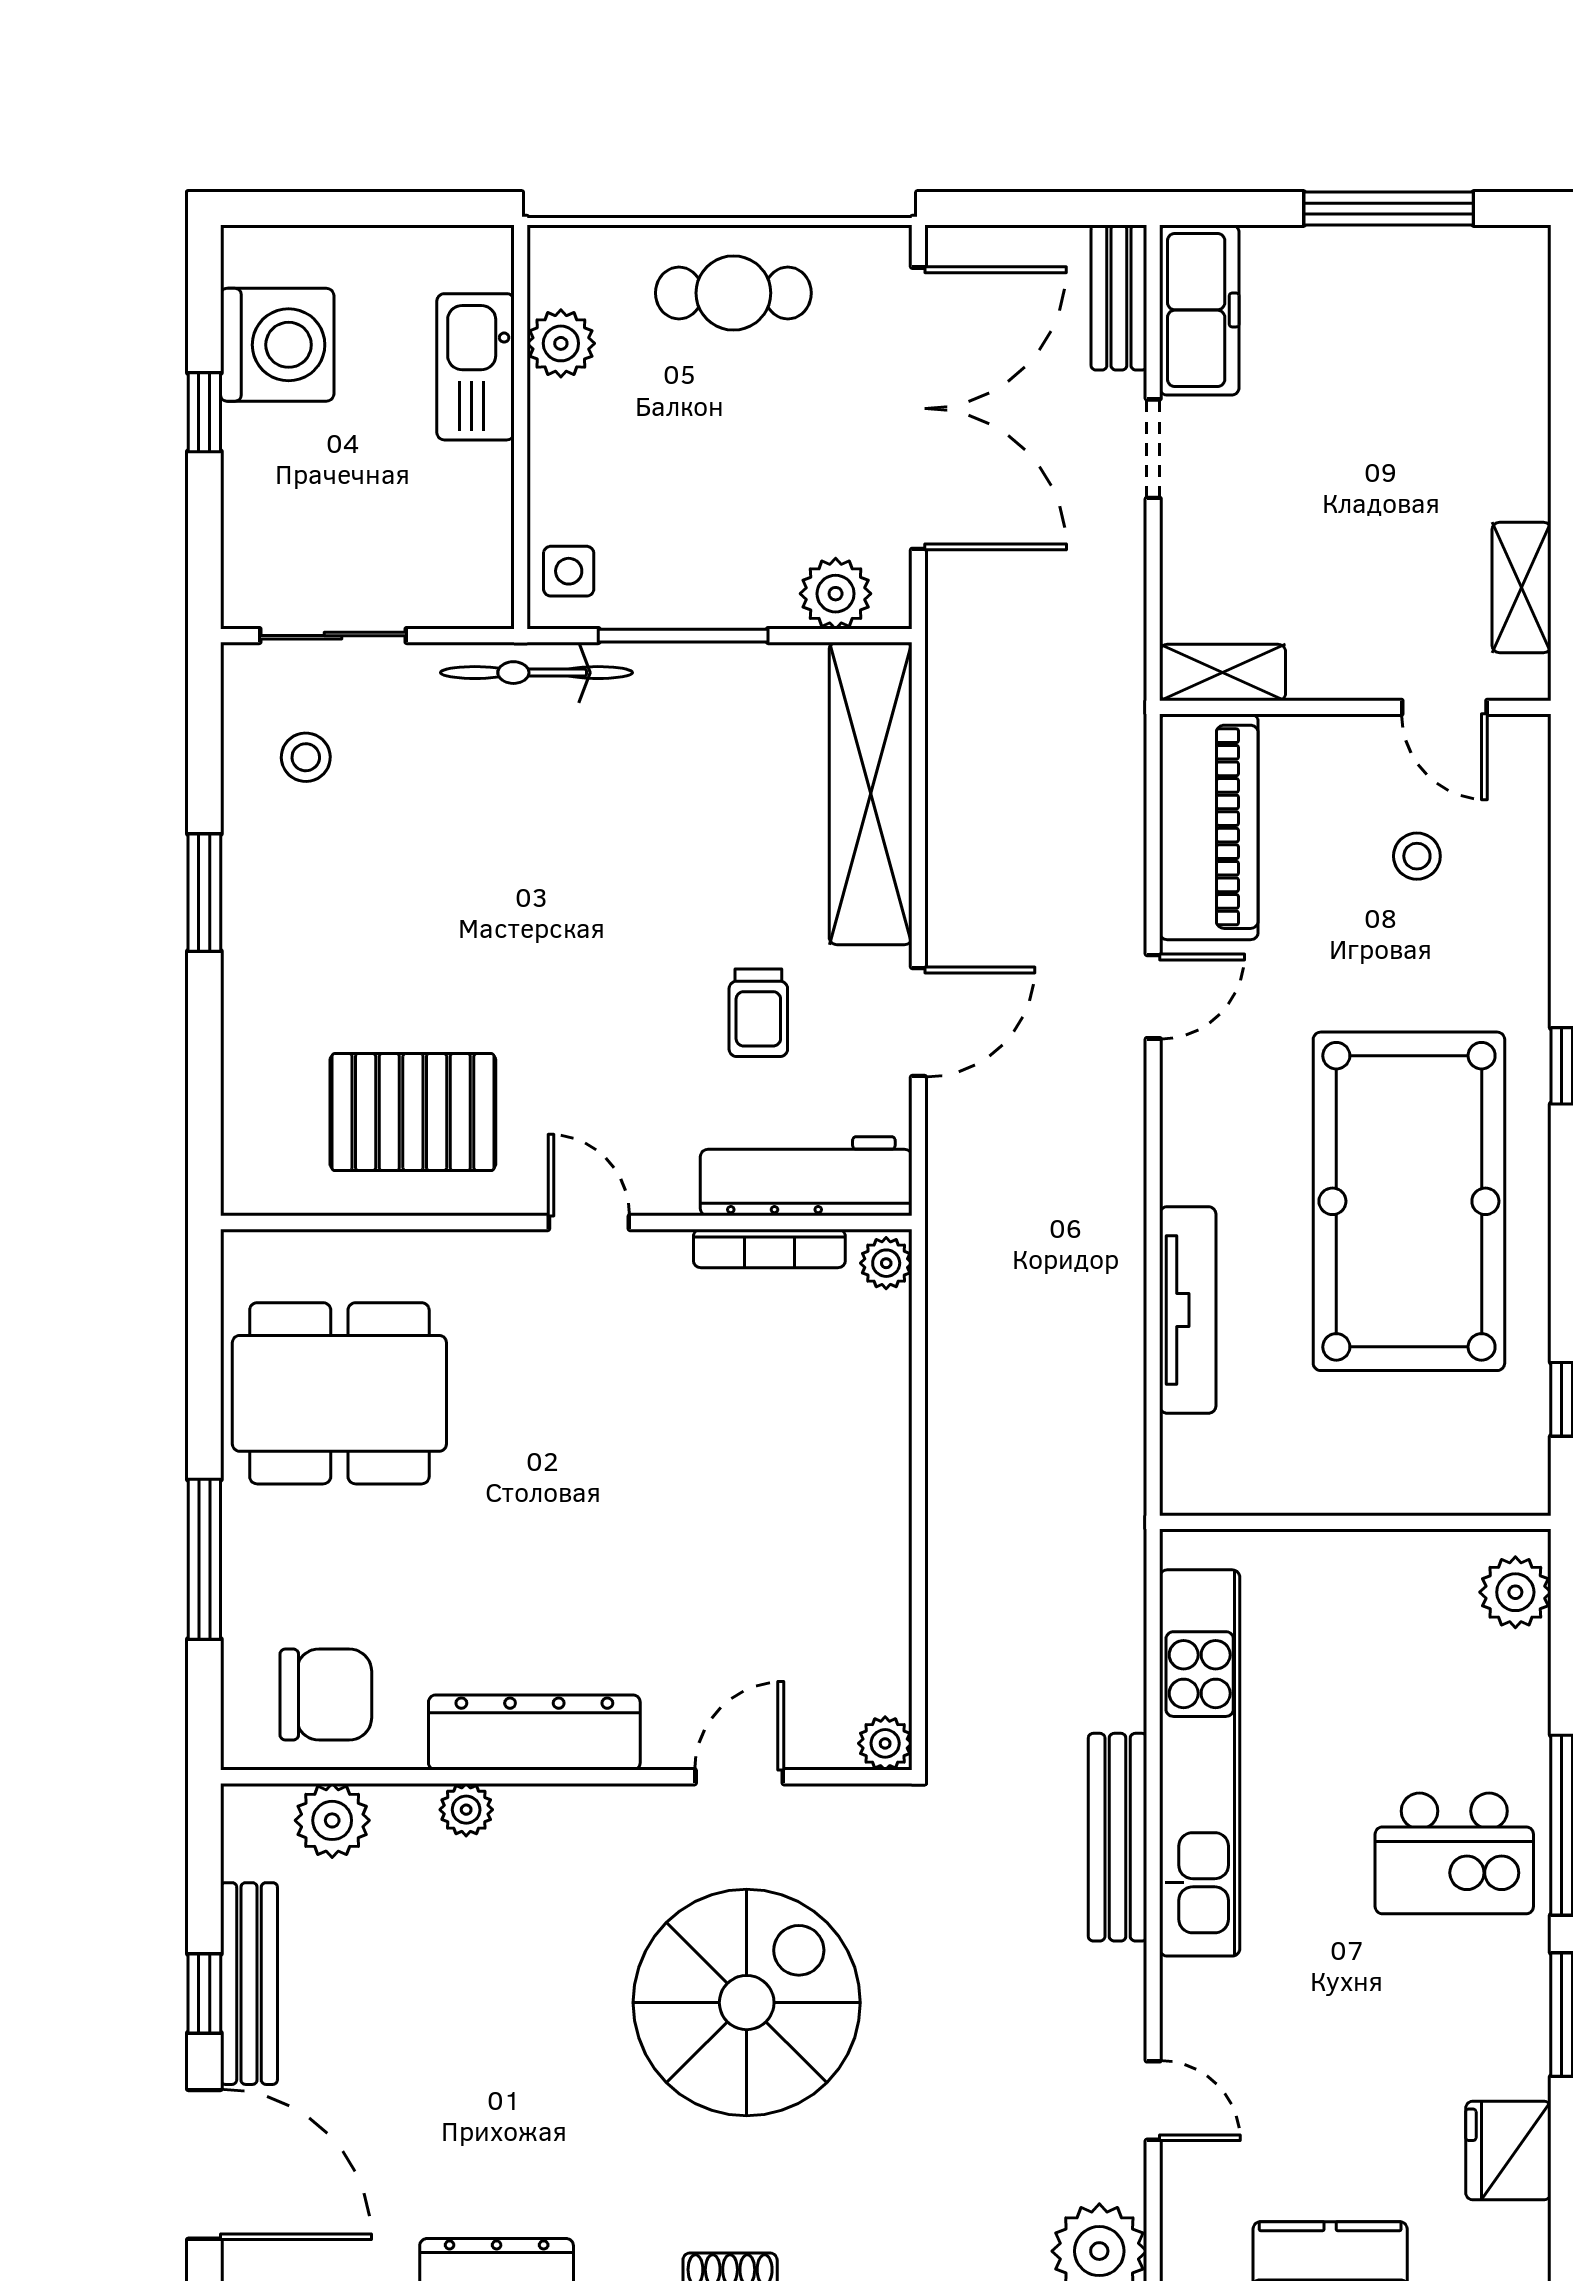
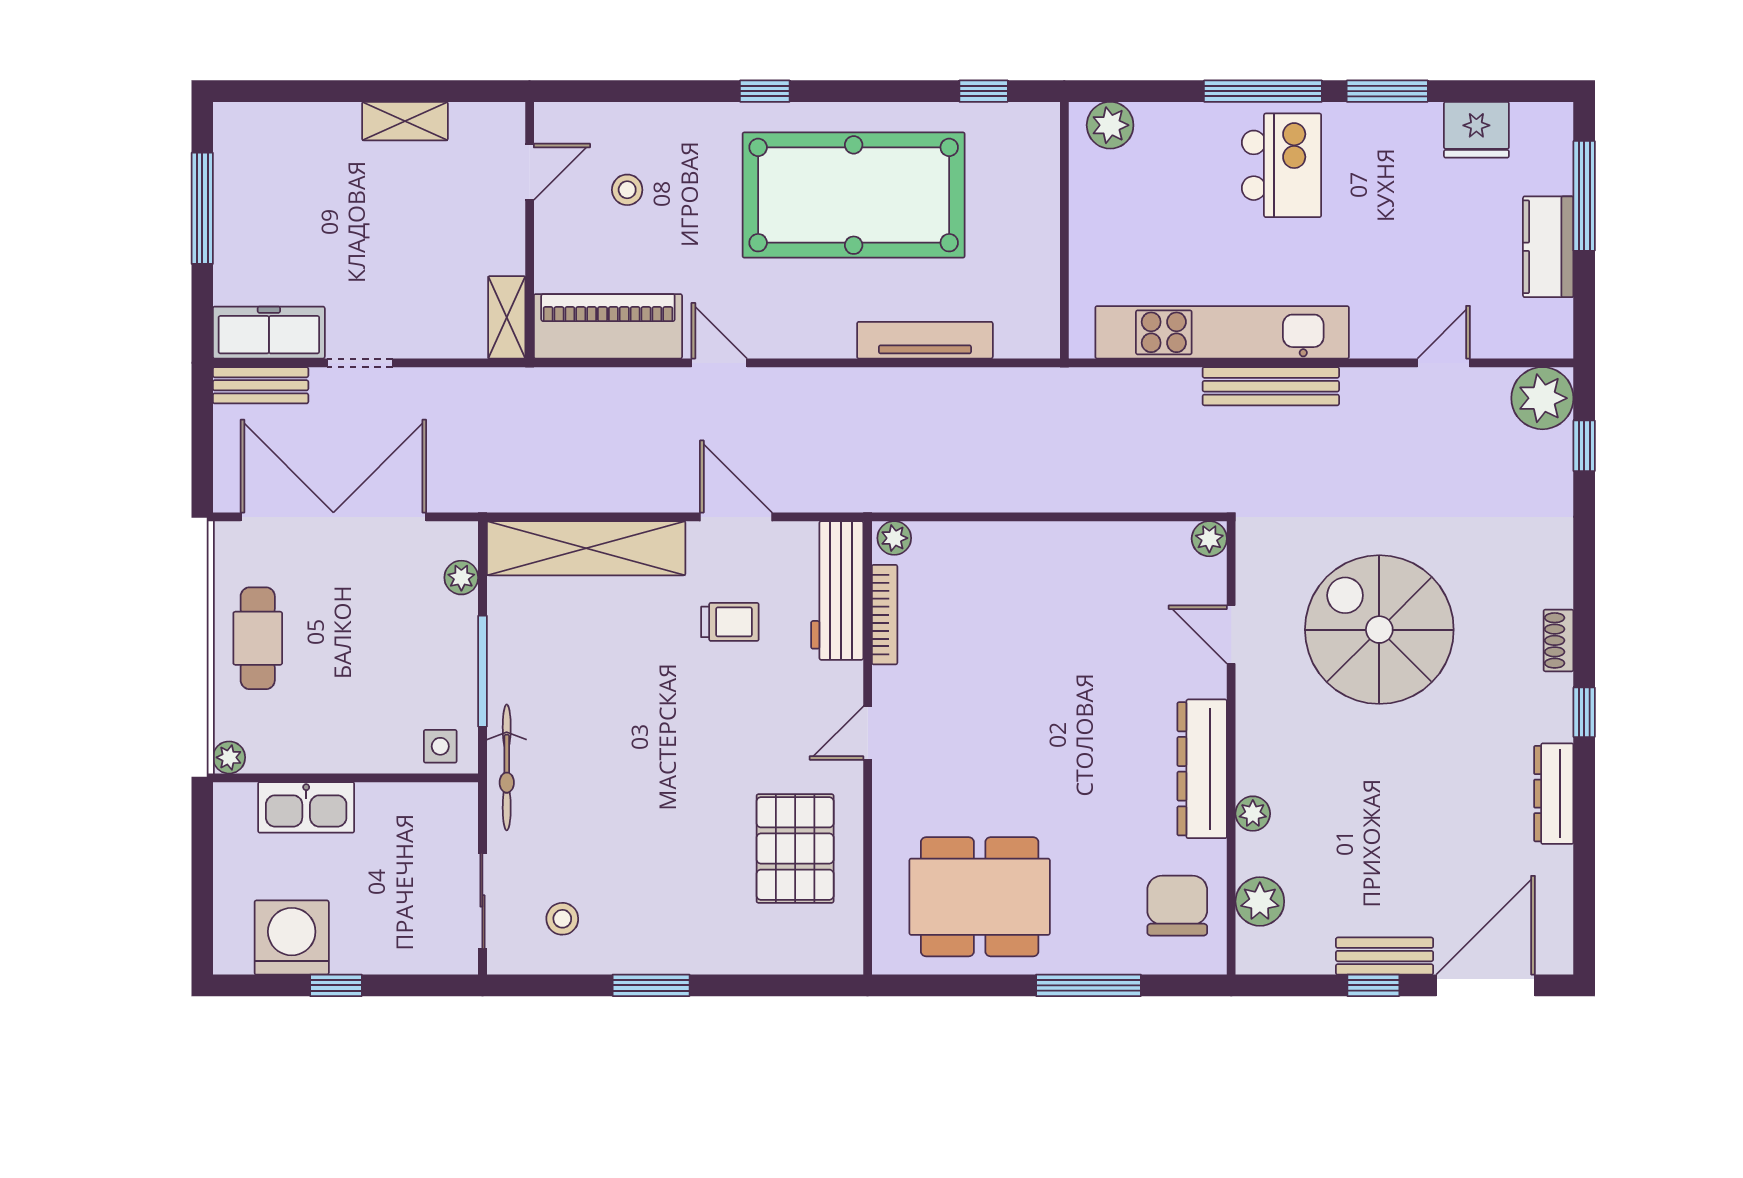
plant: (561, 343) -> (229, 757), moved, width x0.73, depth x0.73
shelving: (1522, 587) -> (405, 121), moved
plant: (836, 594) -> (461, 578), width x0.73, depth x0.73
dining table: (339, 1393) -> (980, 897), turned 90
bench: (249, 1984) -> (1385, 956), width x0.73

